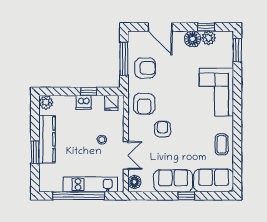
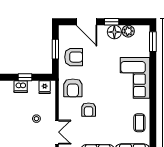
window: (206, 27) -> (112, 22), moved
window: (124, 59) -> (55, 49), width x0.69
armchair: (163, 129) -> (89, 110), turned 180

